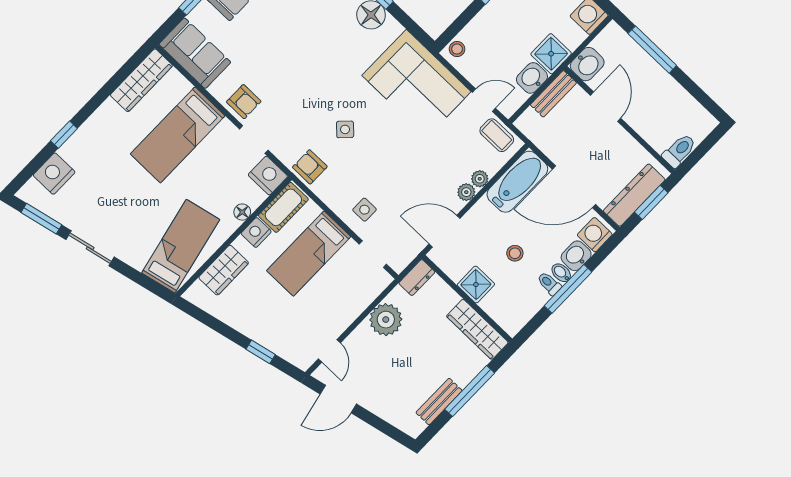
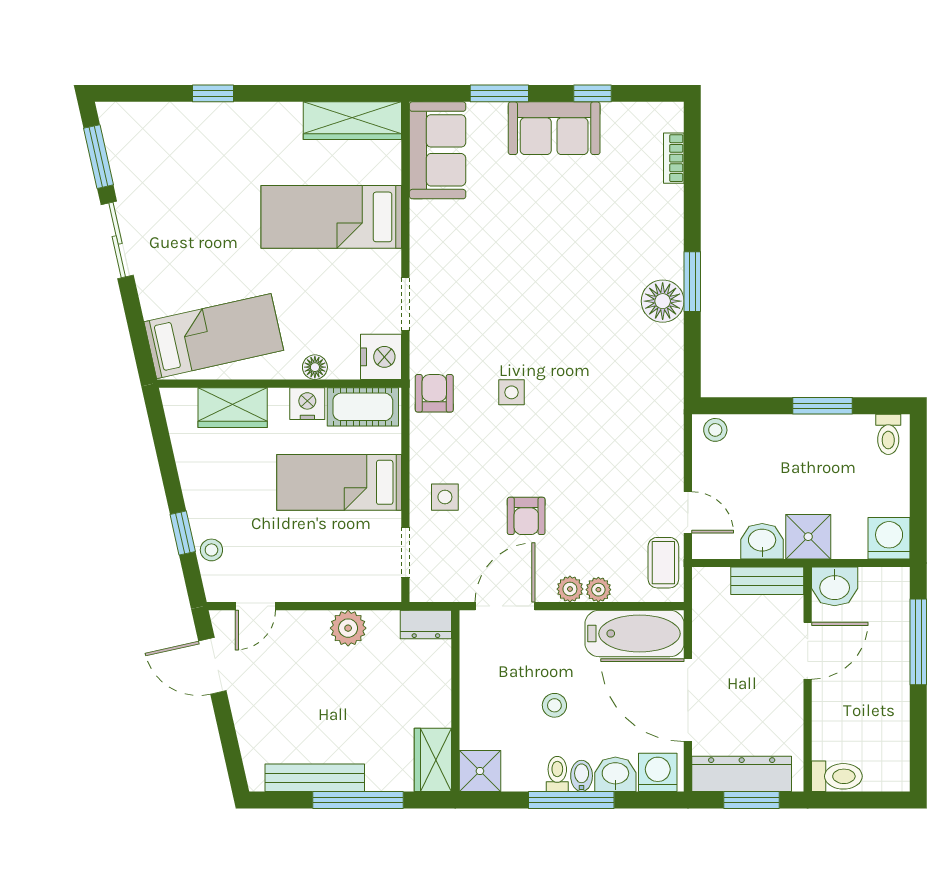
corner sofa: (416, 84) -> (636, 422), removed
armchair: (244, 102) -> (526, 516), moved
side table: (345, 129) -> (512, 392), turned 45
nightstand: (54, 174) -> (160, 123), removed
door: (445, 231) -> (505, 606), hinge flipped
shower: (476, 285) -> (480, 771), moved
plant: (386, 320) -> (348, 628), width x0.73, depth x0.73
wardrobe: (477, 329) -> (433, 760), width x0.67
stool: (282, 346) -> (211, 550), added
bench: (439, 402) -> (315, 778), width x1.36

